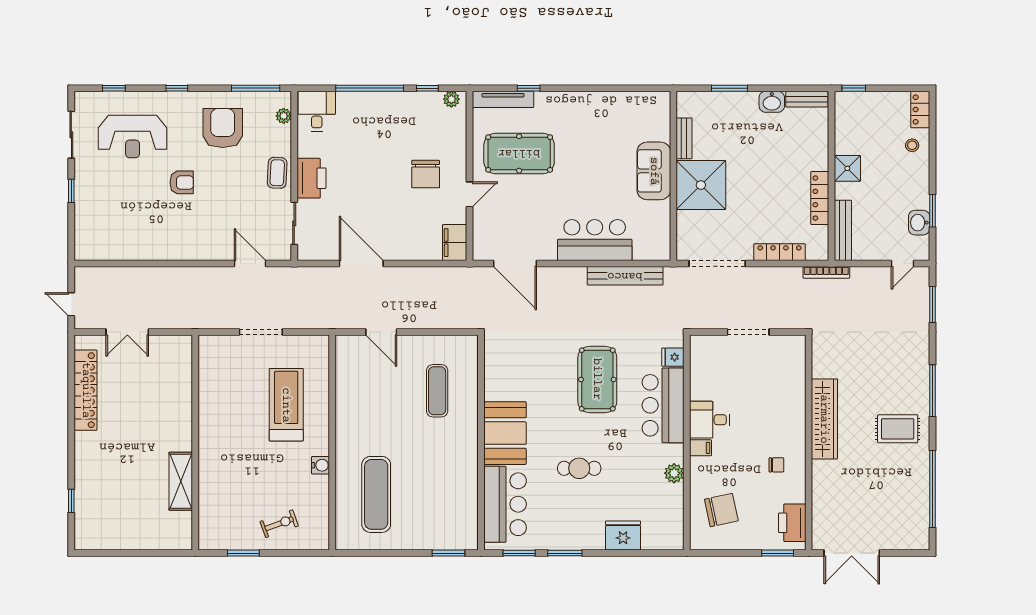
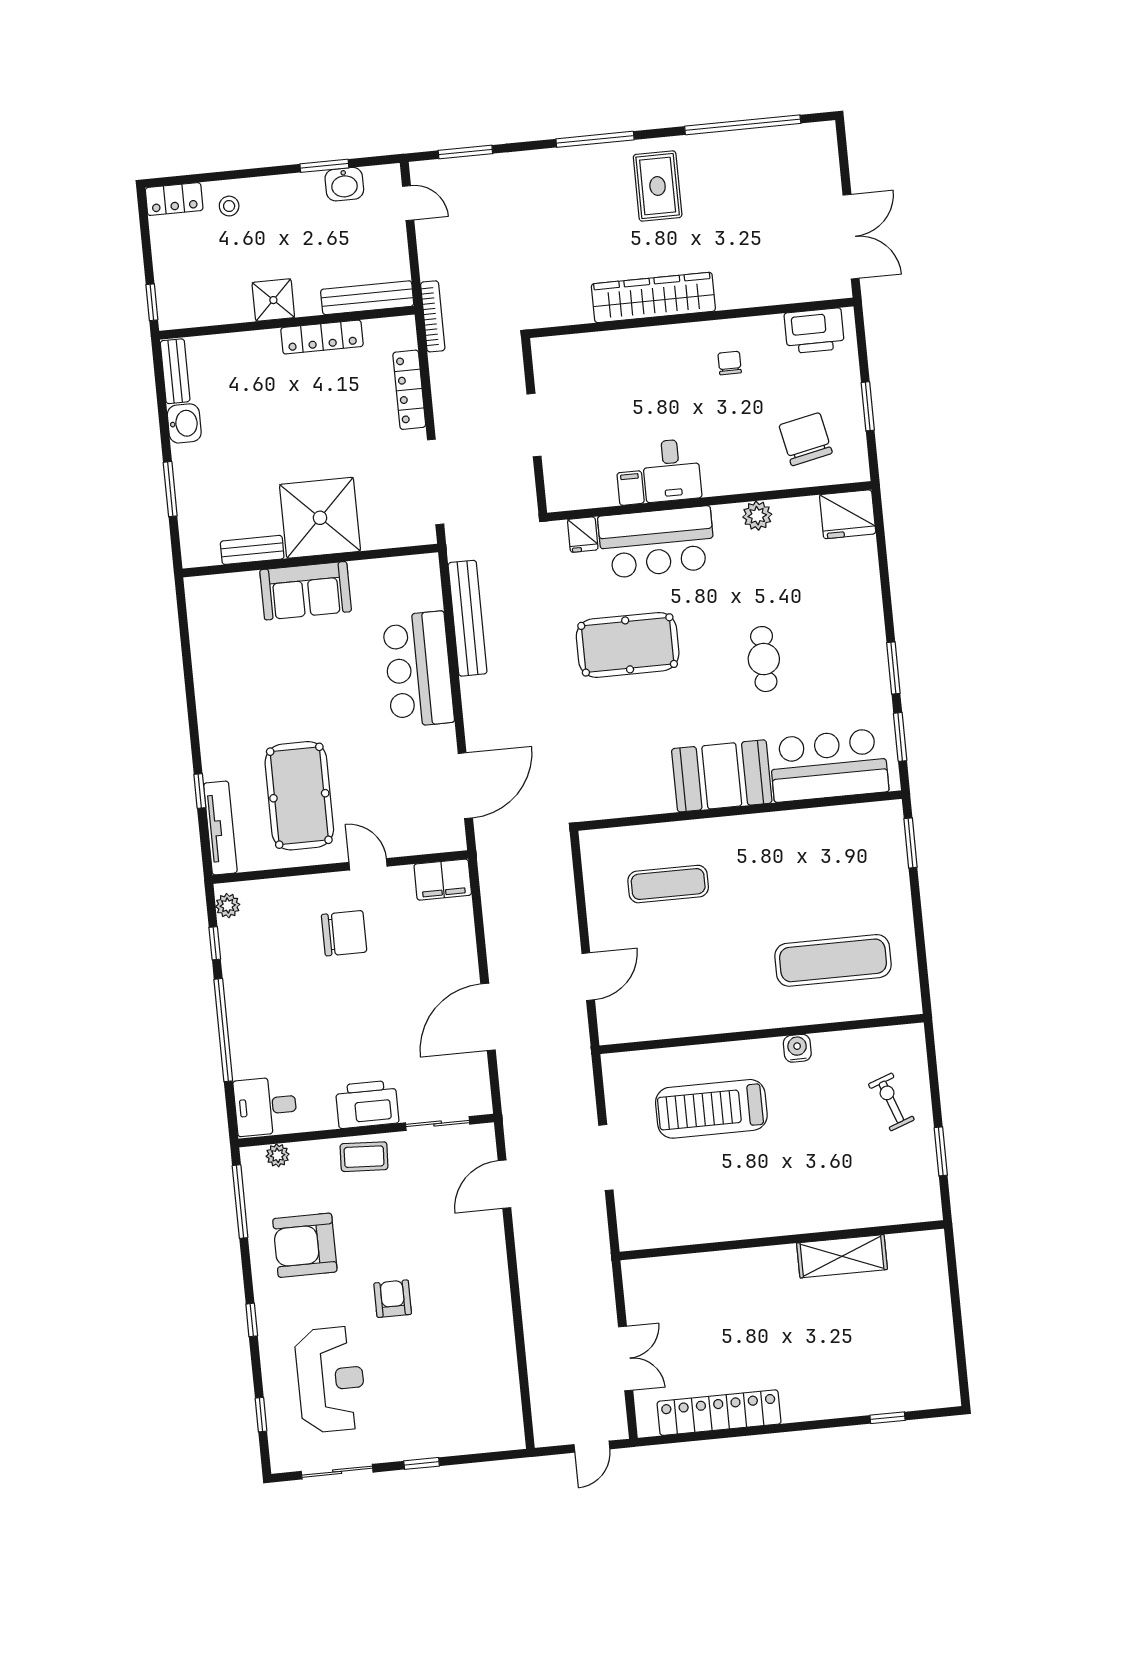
filing cabinet: (700, 448) -> (631, 488), moved
fridge: (623, 535) -> (848, 514), moved, turned -90
window: (778, 553) -> (868, 406), moved

